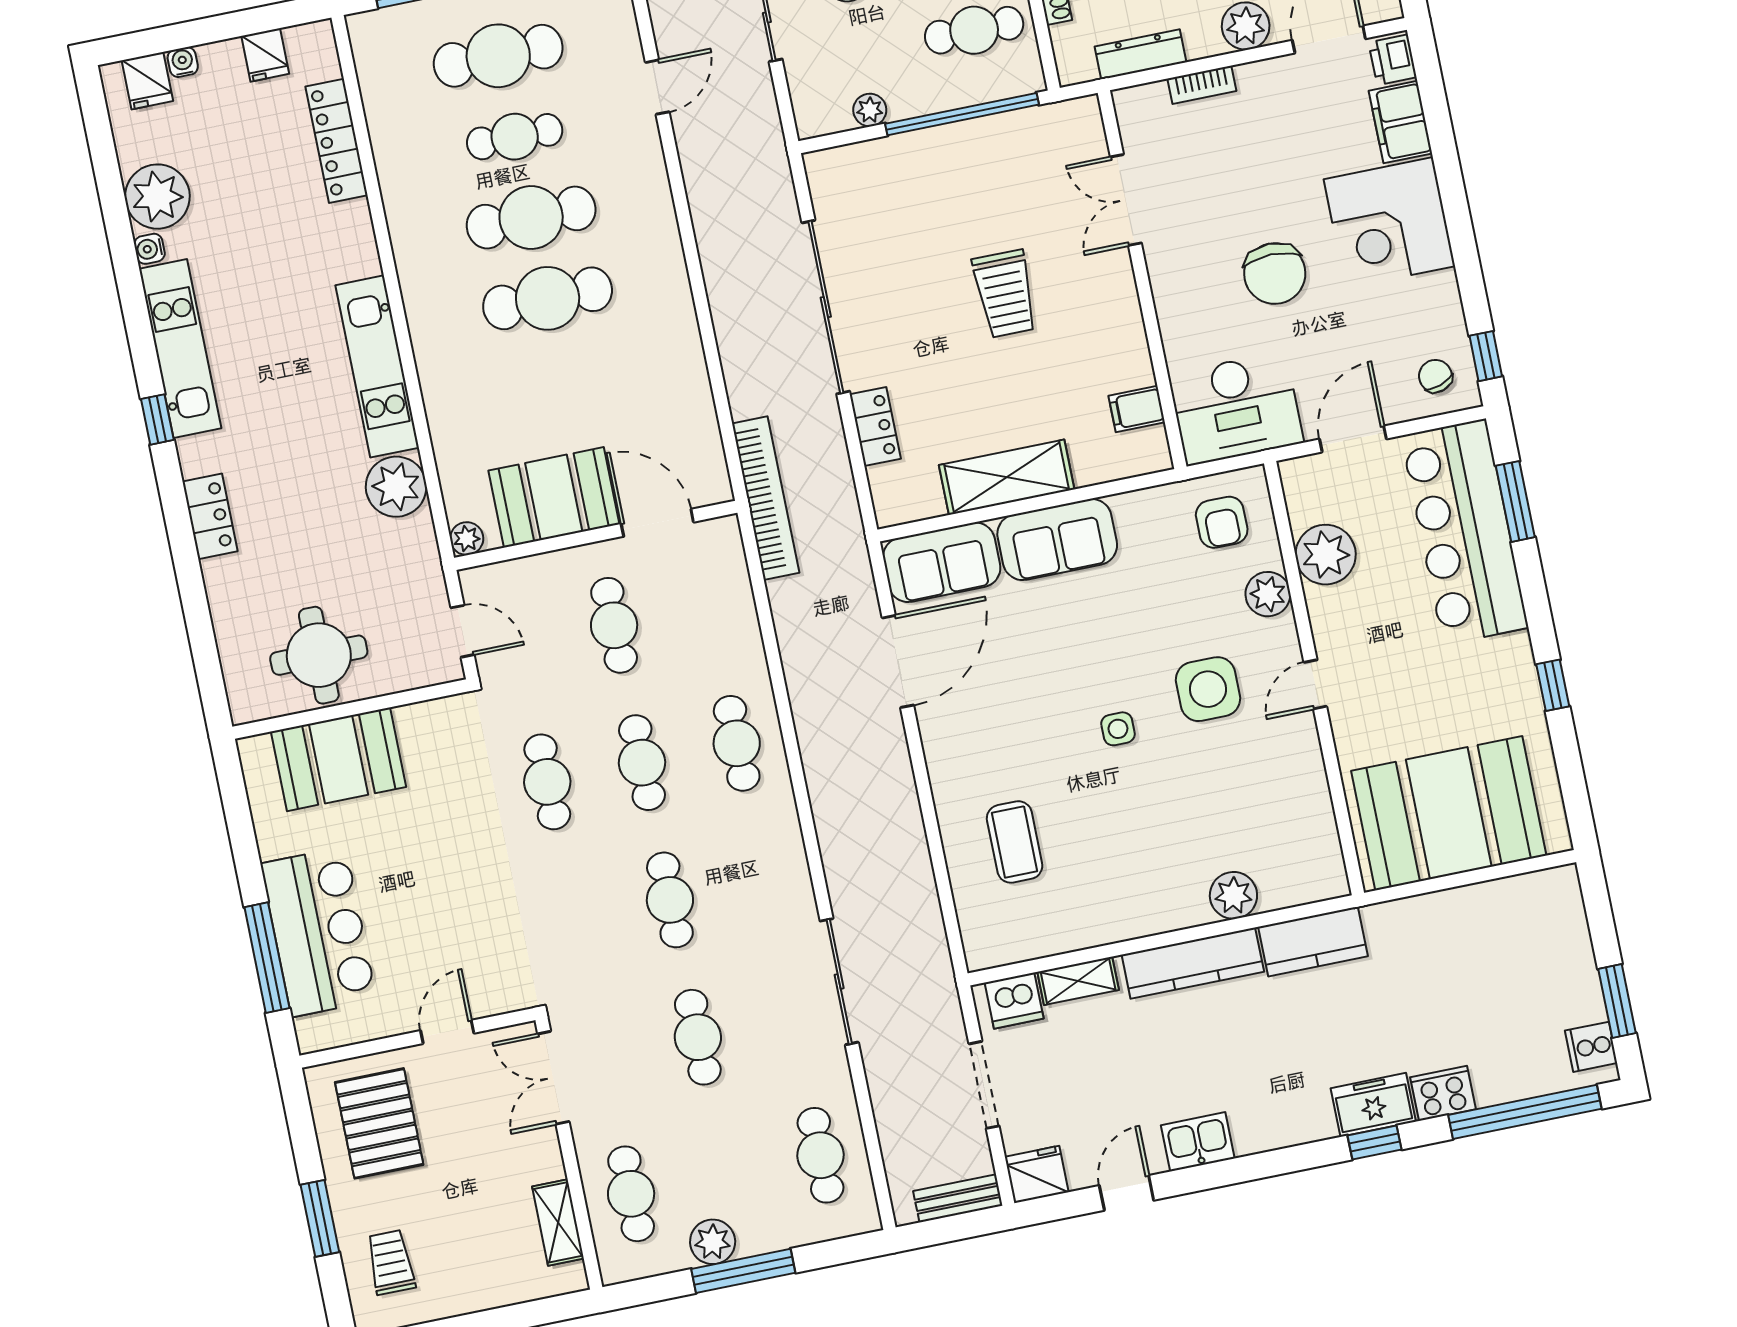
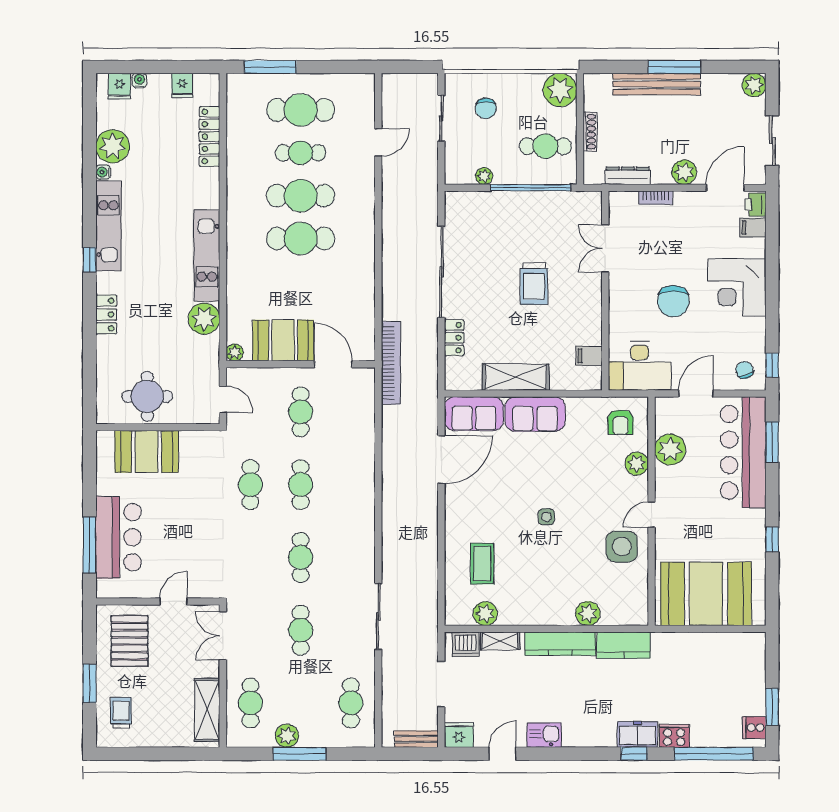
filing cabinet: (1400, 122) -> (753, 227), width x0.50
side table: (1208, 689) -> (622, 547), moved
cafe table: (737, 743) -> (351, 485), removed
plant: (1040, 935) -> (485, 614), added
shelving: (558, 1222) -> (207, 710), width x1.50, depth x1.33

